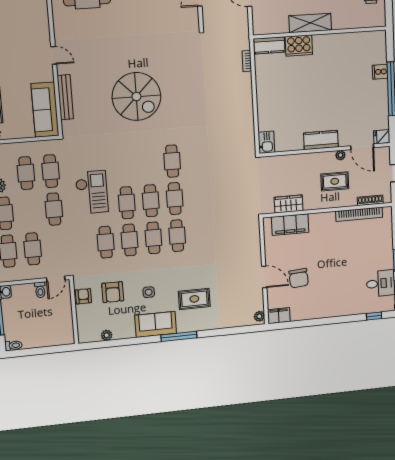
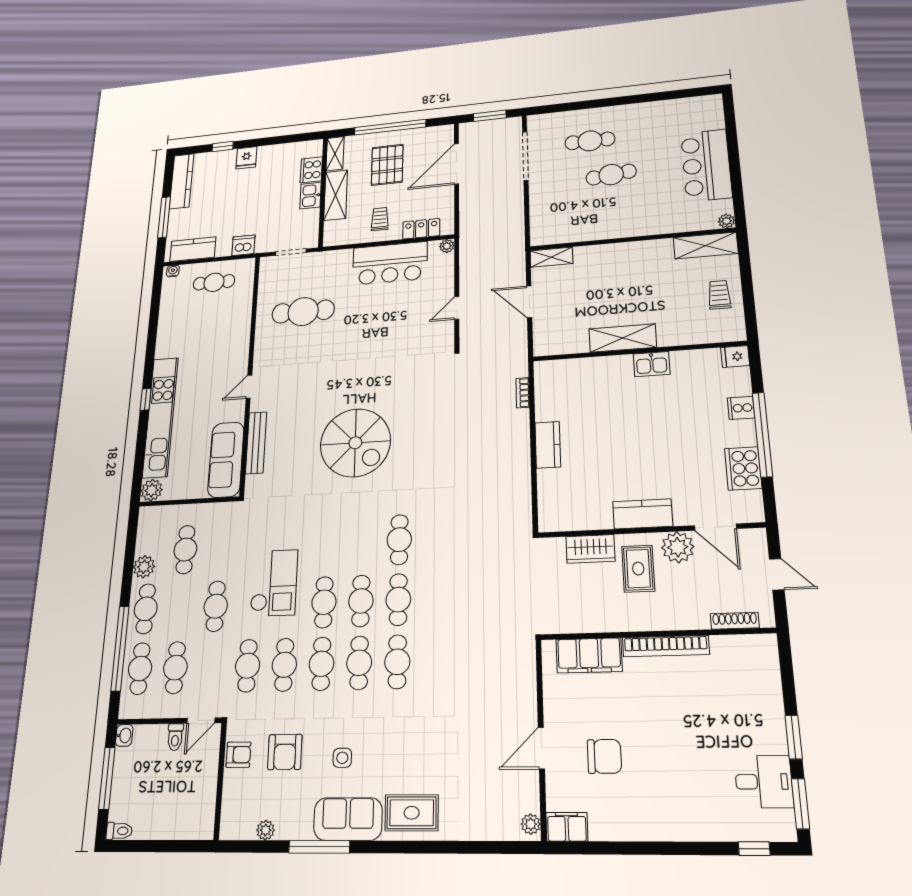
kitchen counter: (269, 45) -> (548, 445), moved, turned -90
cooker: (299, 46) -> (743, 468), moved, turned 90
door: (54, 55) -> (249, 387), swing flipped
fridge: (382, 137) -> (735, 356), moved
kitchen sink: (266, 142) -> (652, 364), moved, turned 90
plant: (340, 155) -> (678, 547), width x1.87, depth x1.87
cafe table: (51, 171) -> (248, 666), moved
rug: (335, 181) -> (638, 569), moved, turned 90
wardrobe: (289, 204) -> (590, 549), moved, turned 180
bookcase: (359, 214) -> (666, 646), moved
door: (264, 277) -> (541, 748), swing flipped
chair: (299, 278) -> (604, 756), turned -86
armchair: (83, 296) -> (238, 755), turned 90
rug: (194, 299) -> (412, 813), moved
window: (179, 336) -> (319, 847), moved

